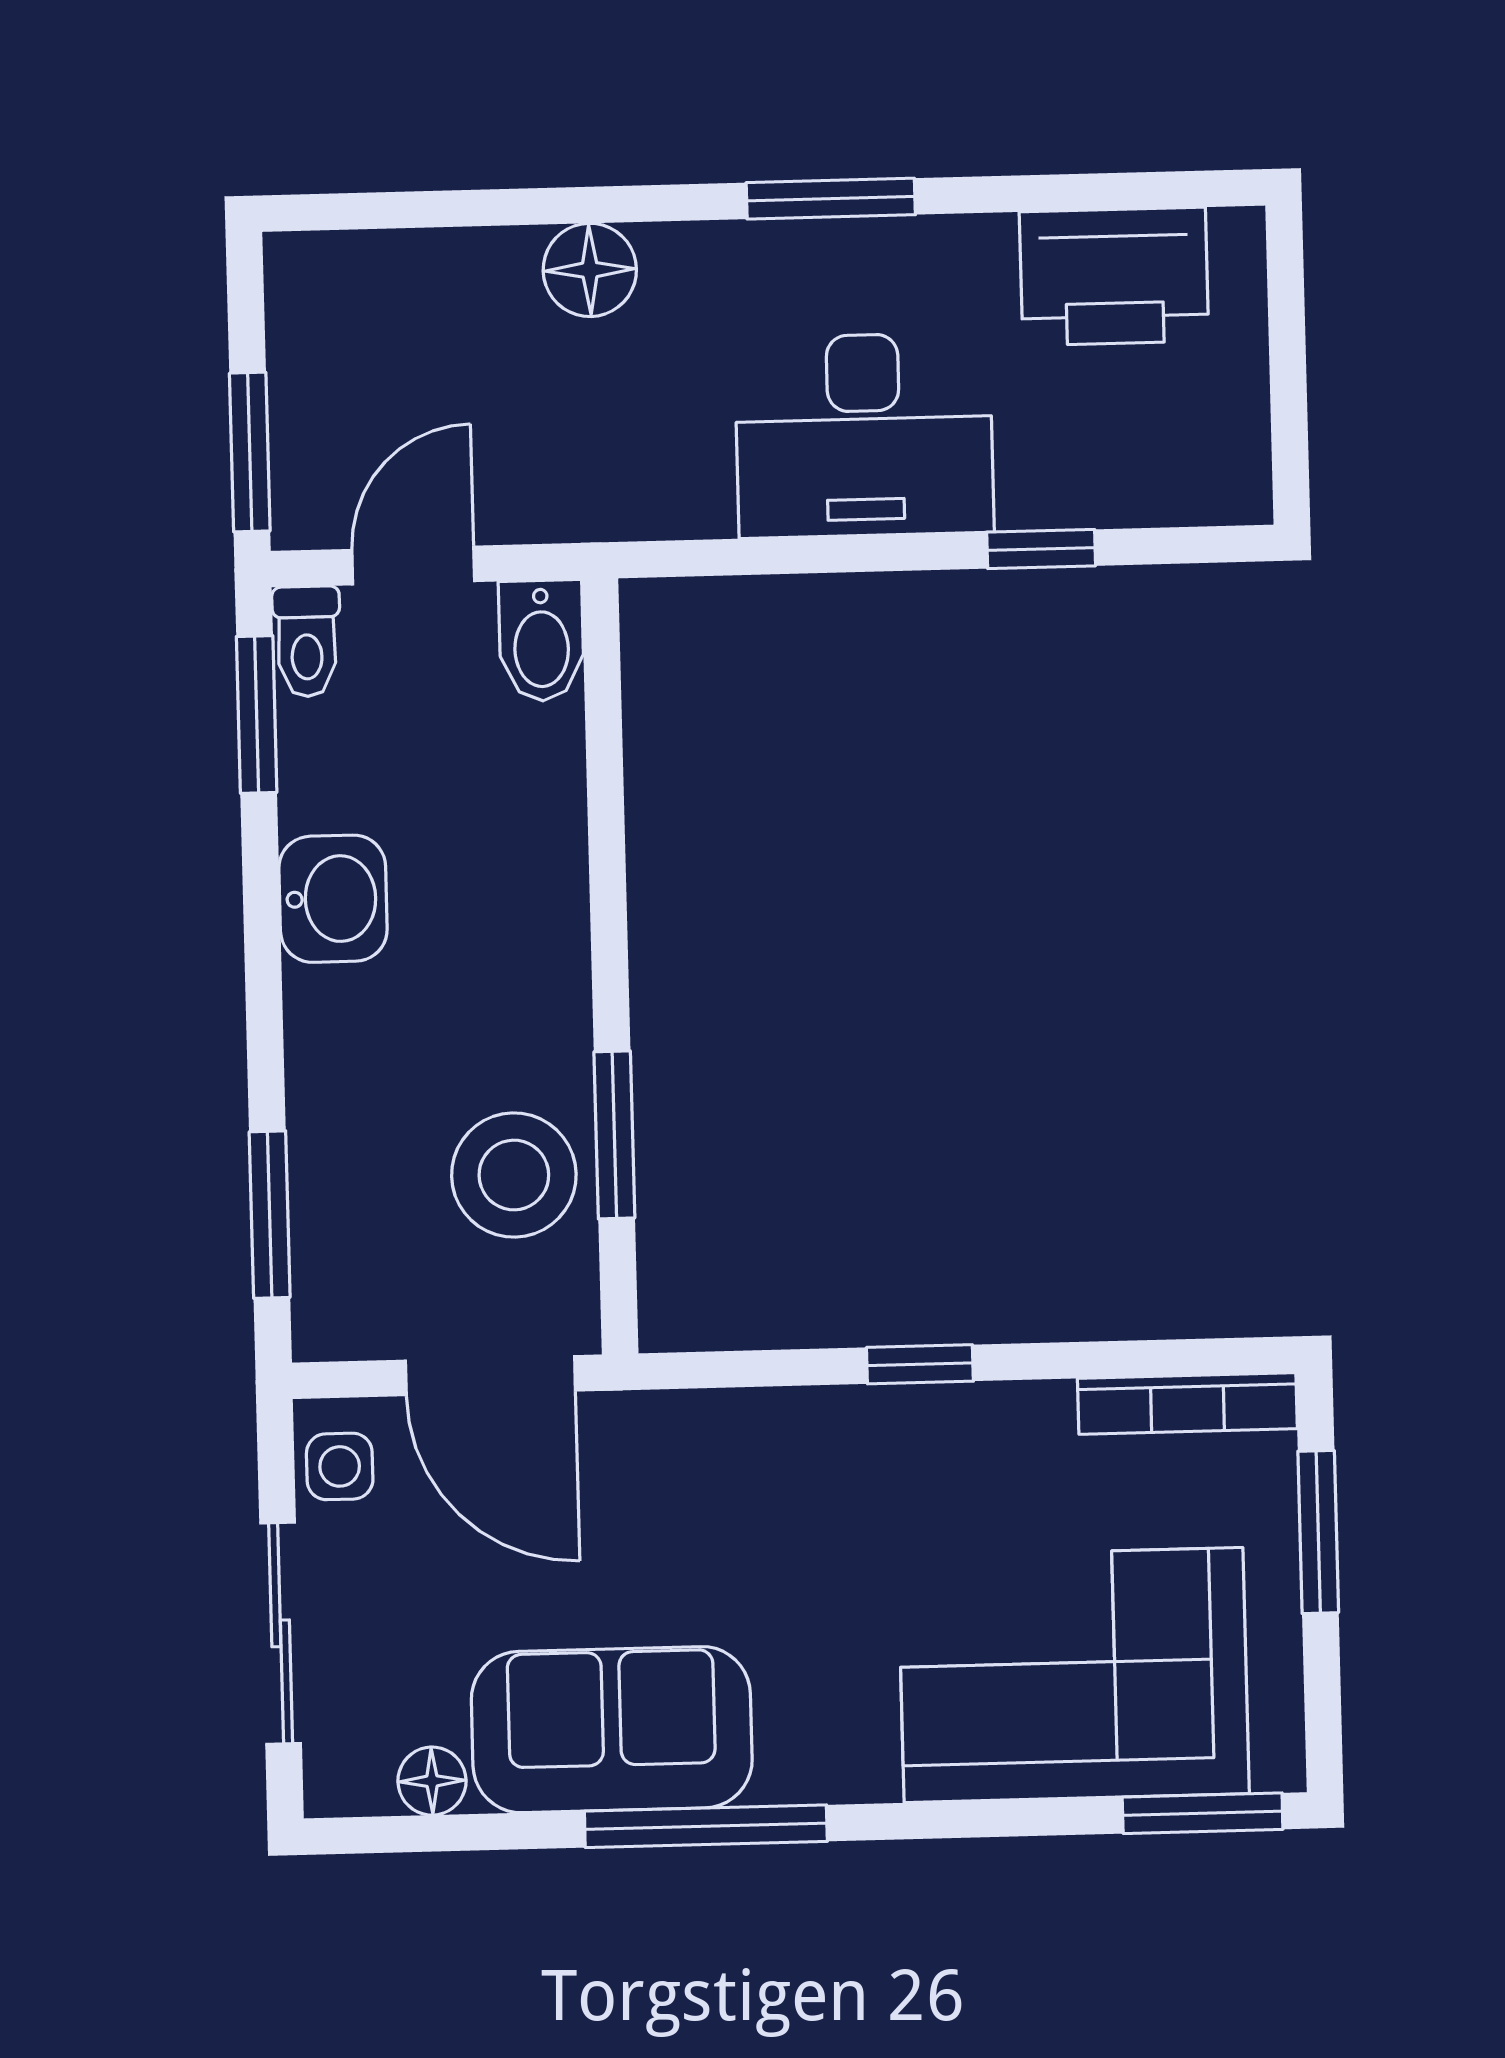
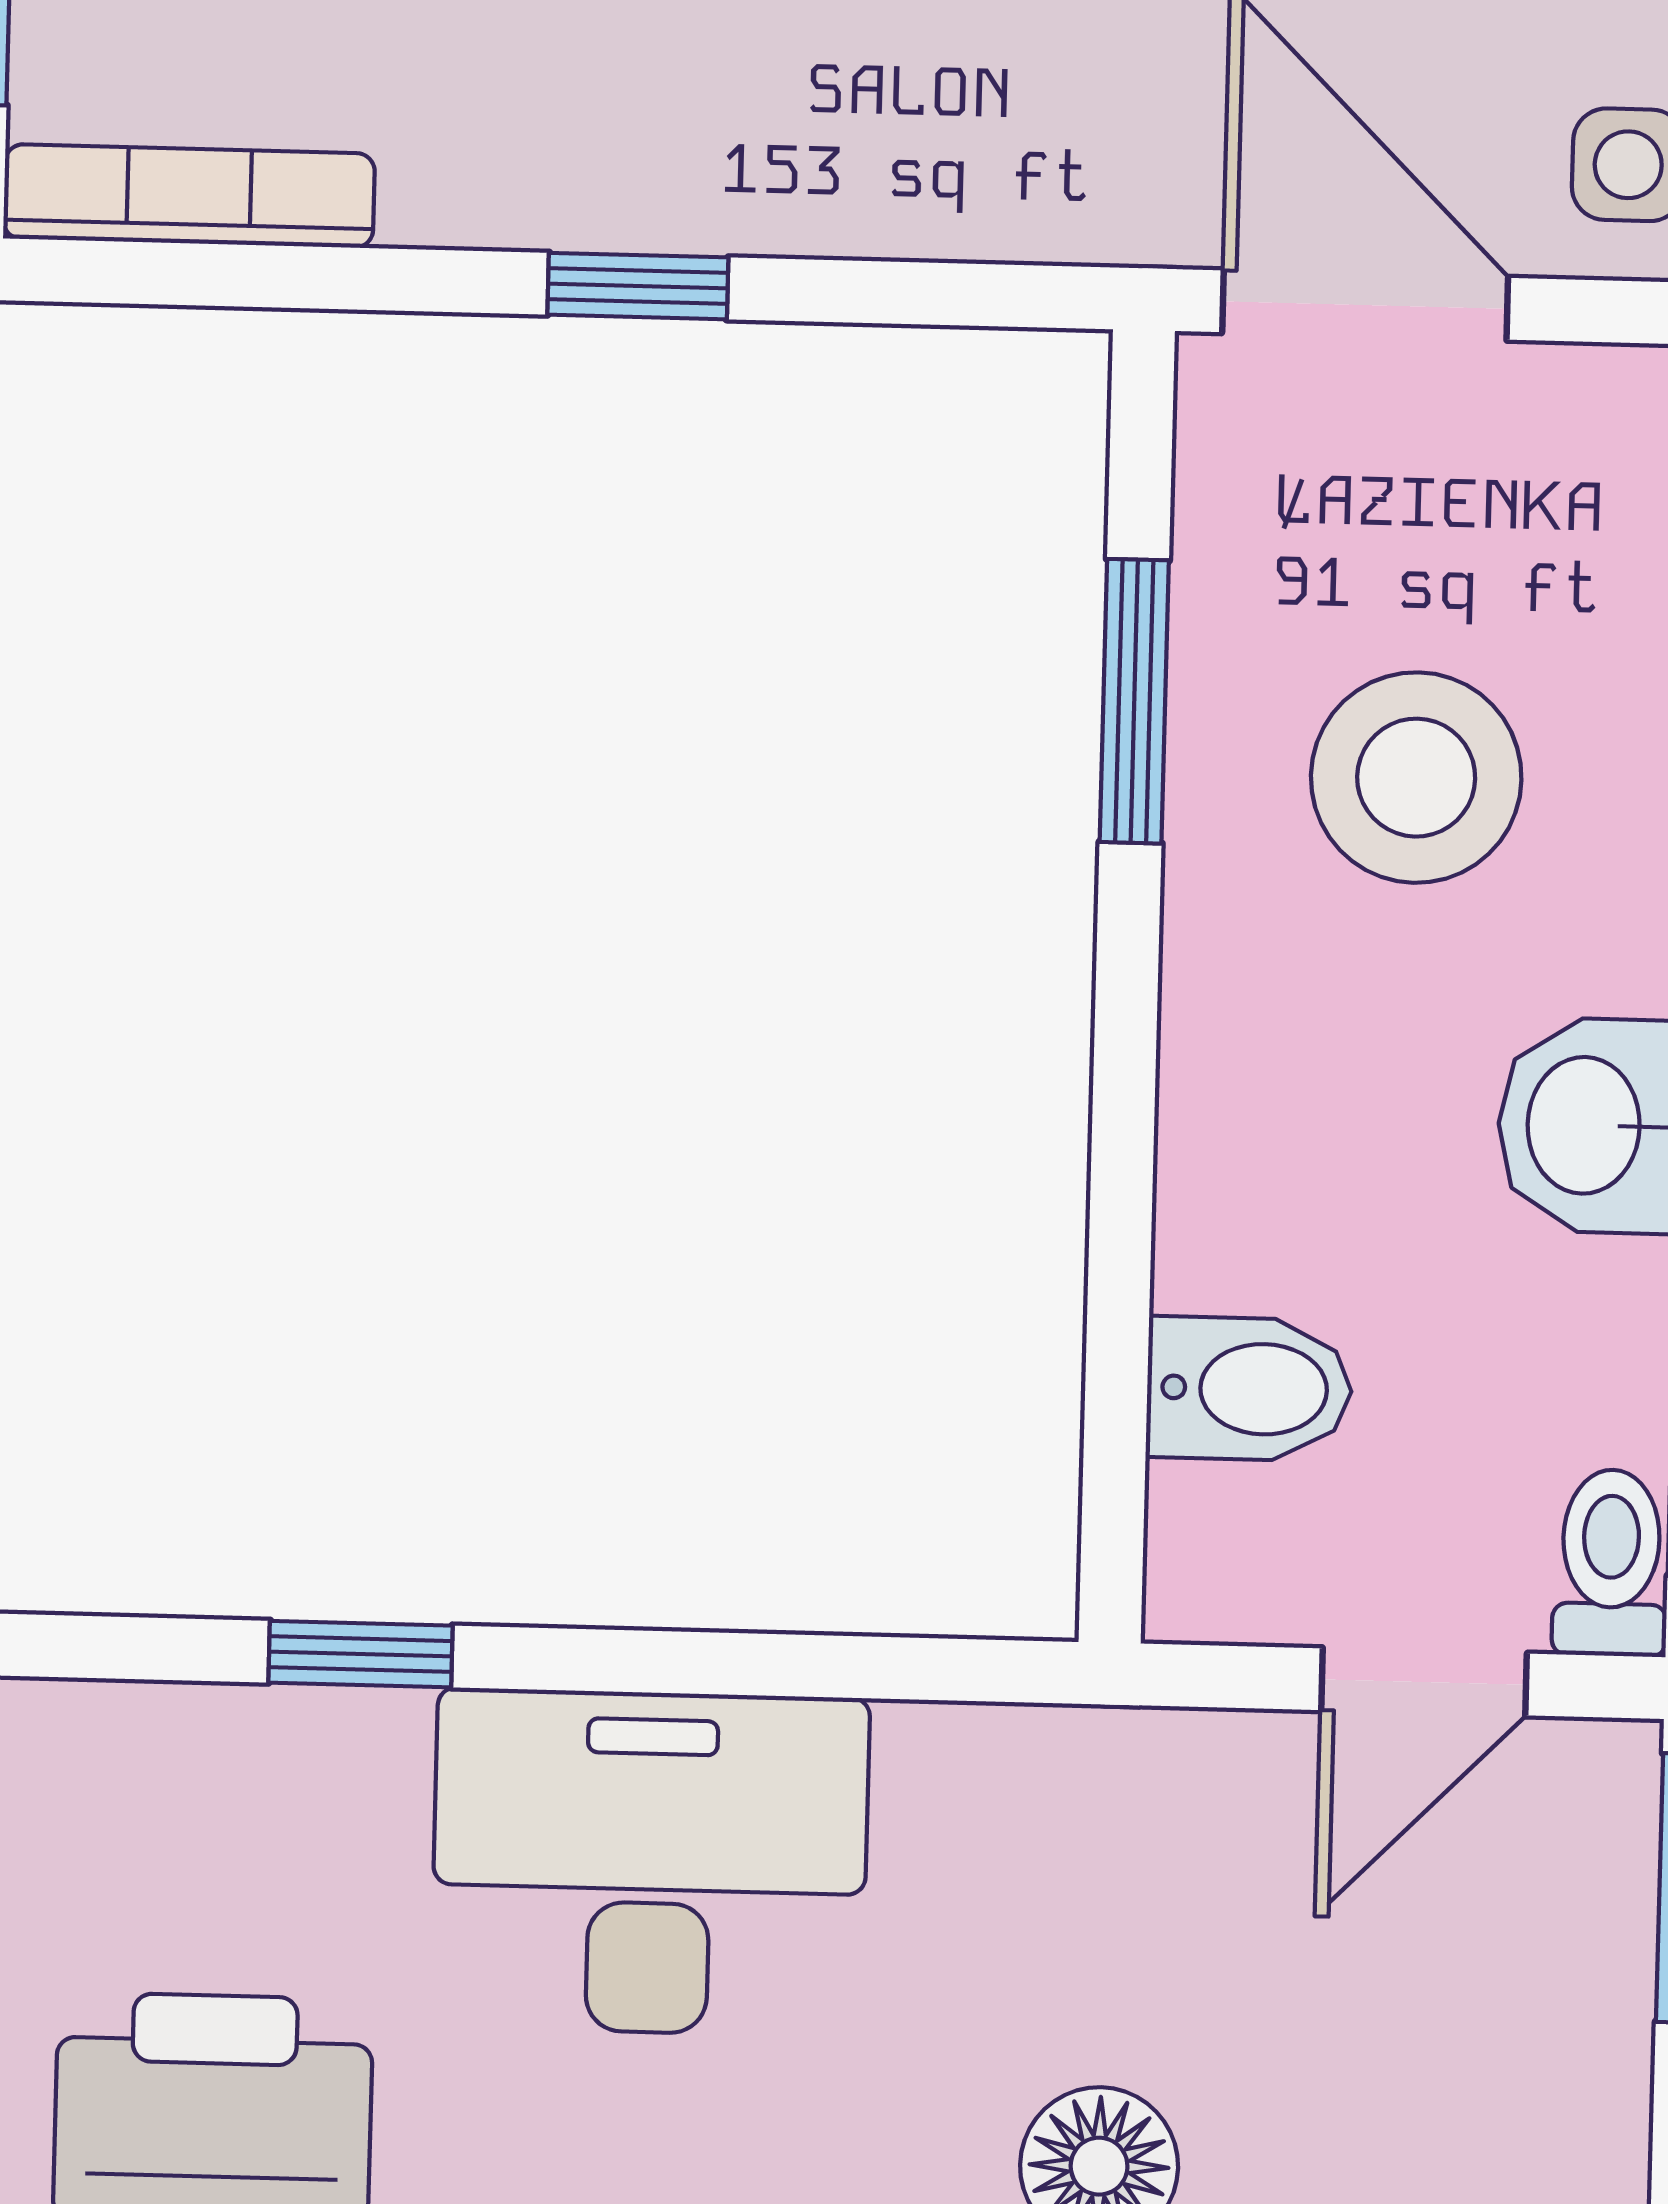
bidet: (541, 641) -> (1249, 1389), moved, turned 90
stool: (514, 1175) -> (1416, 778), moved

